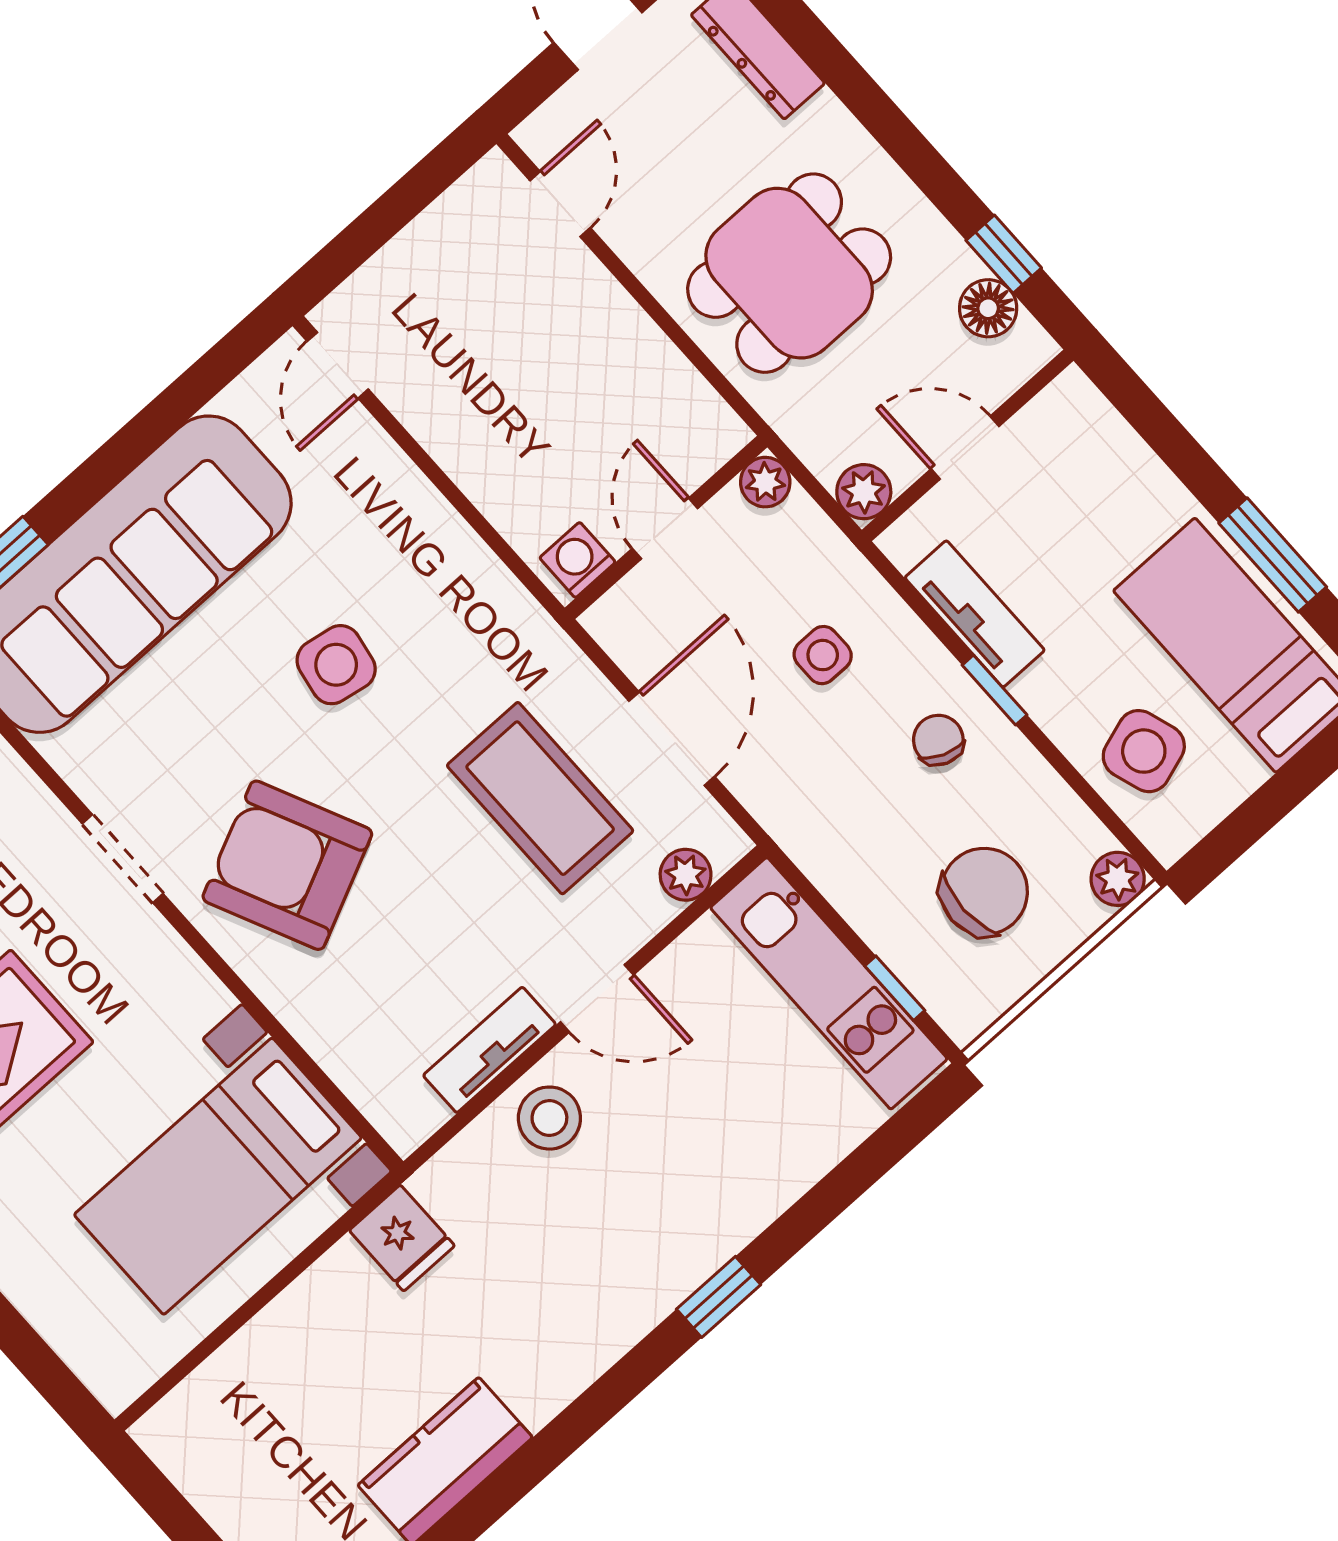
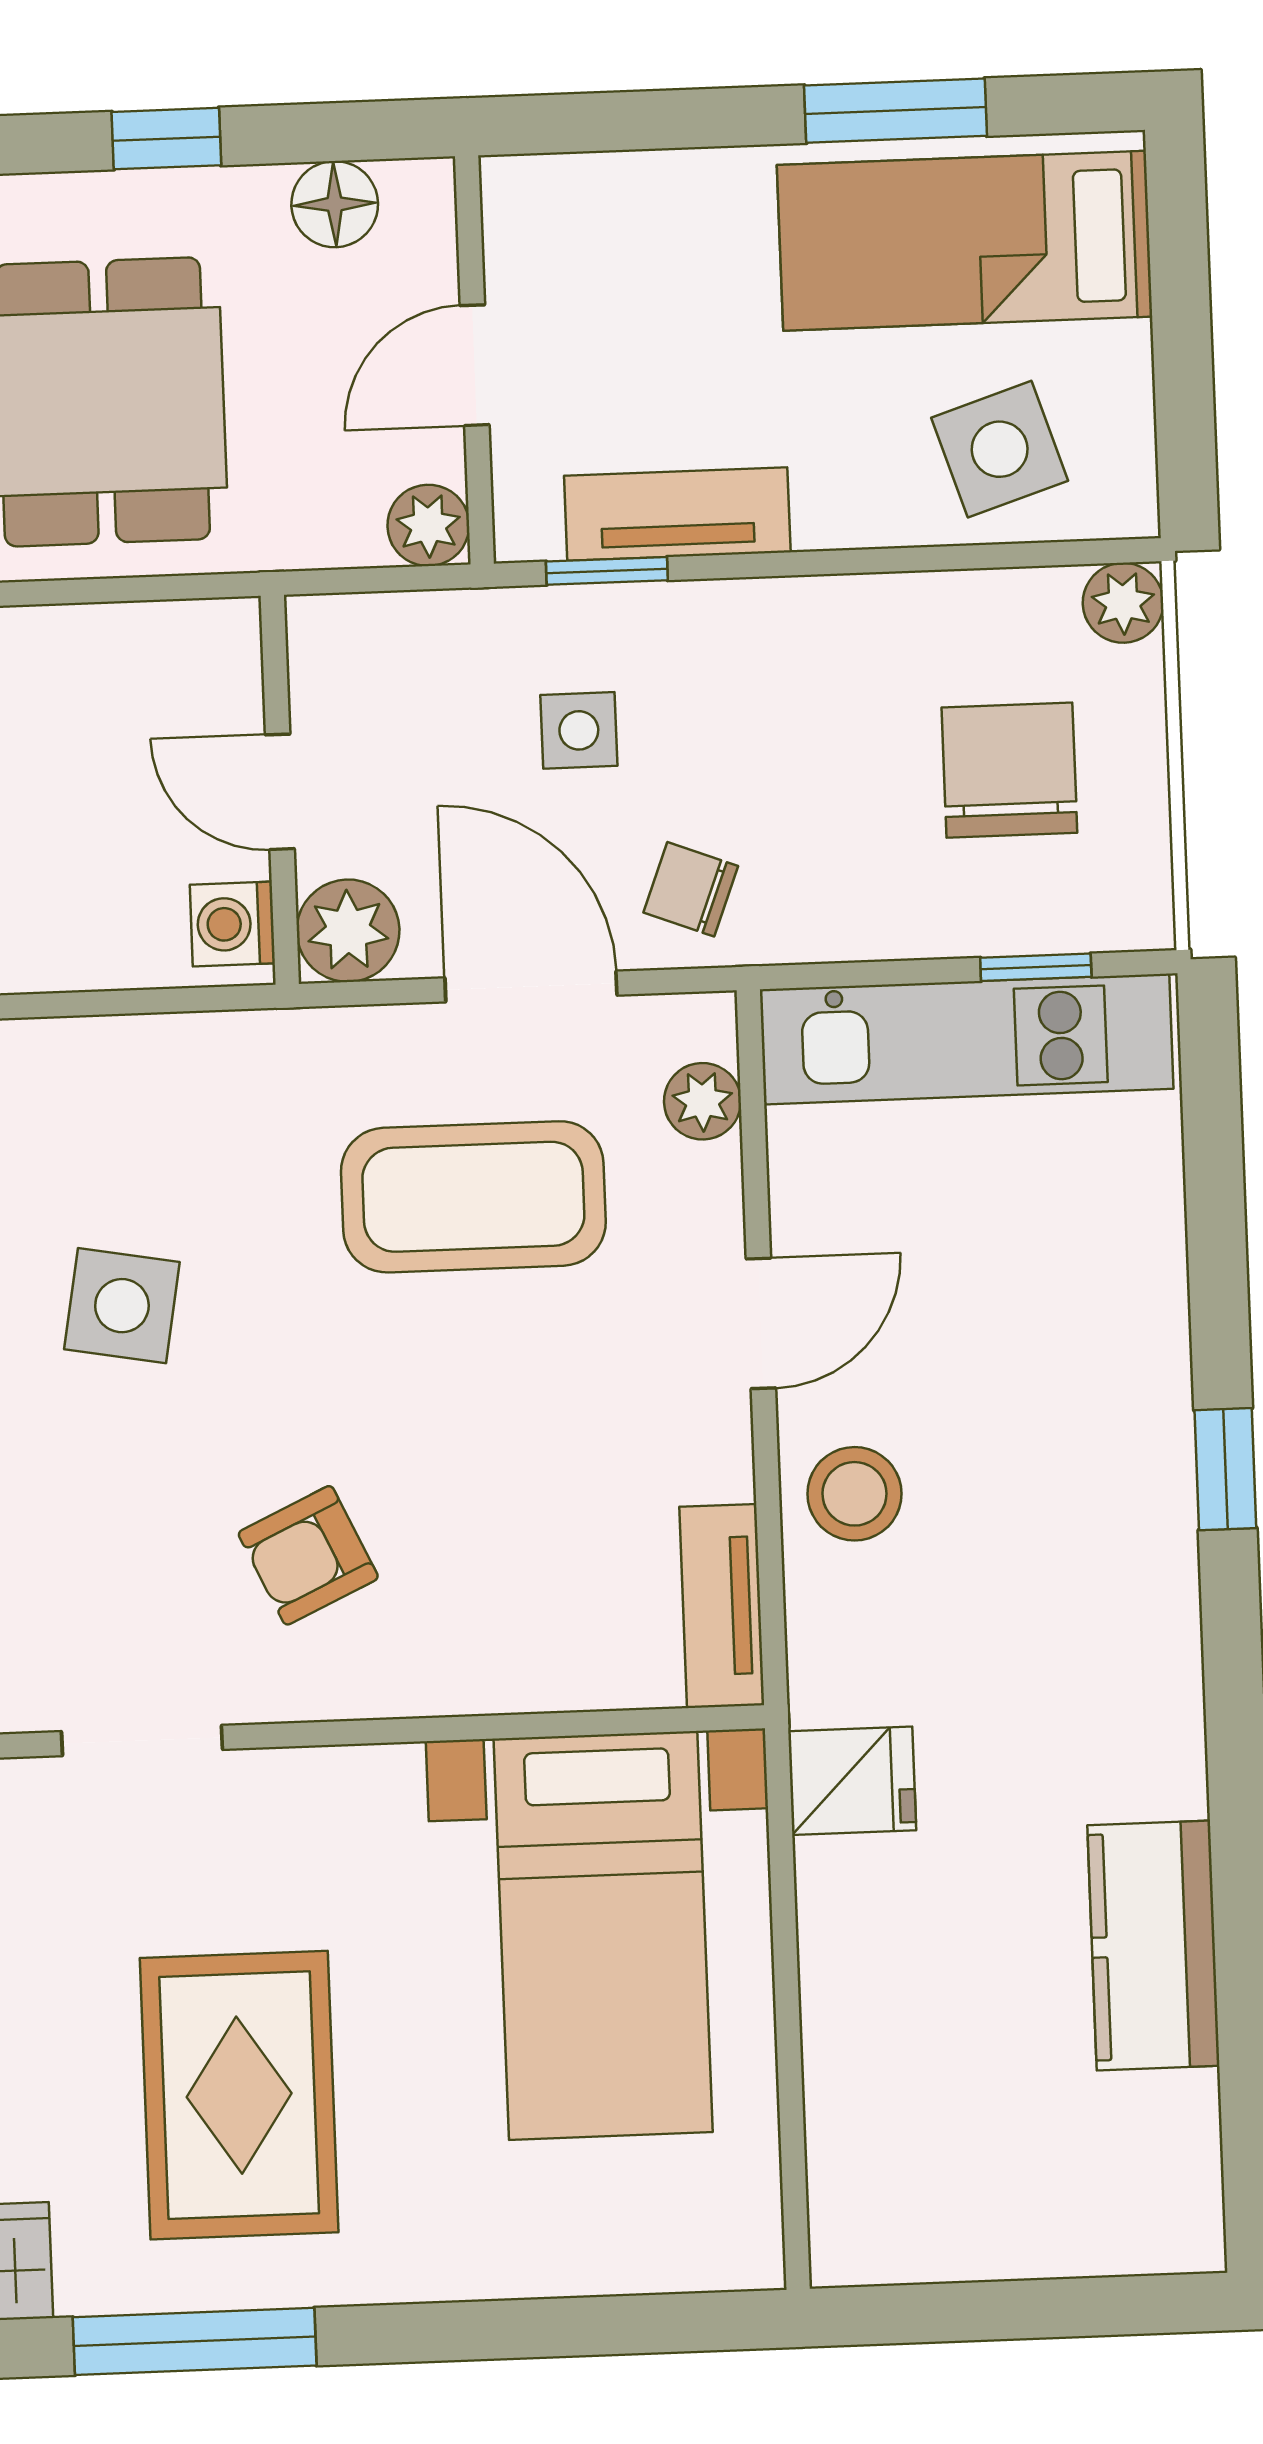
window: (1004, 254) -> (166, 139), moved
plant: (765, 482) -> (348, 931), moved, width x1.38, depth x1.38
window: (995, 690) -> (607, 571), moved
chair: (938, 740) -> (691, 889), moved
armchair: (287, 865) -> (308, 1555), width x0.53, depth x0.53
tv unit: (490, 1050) -> (722, 1606), moved

